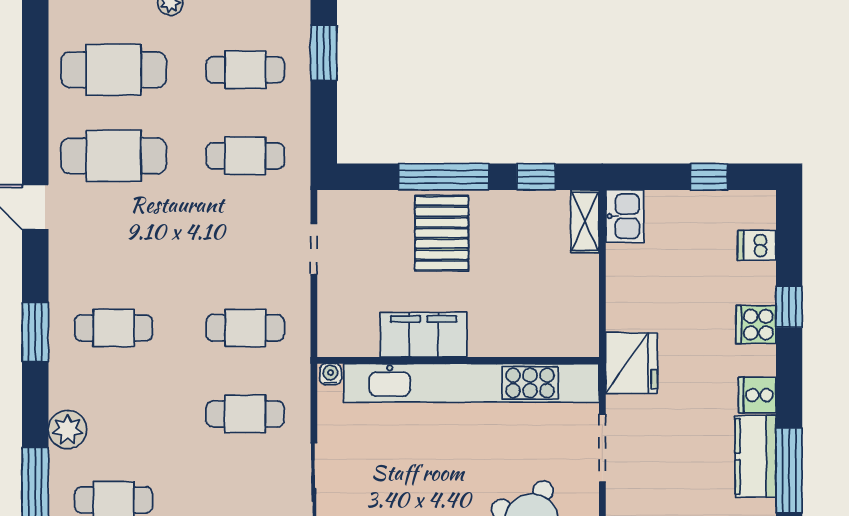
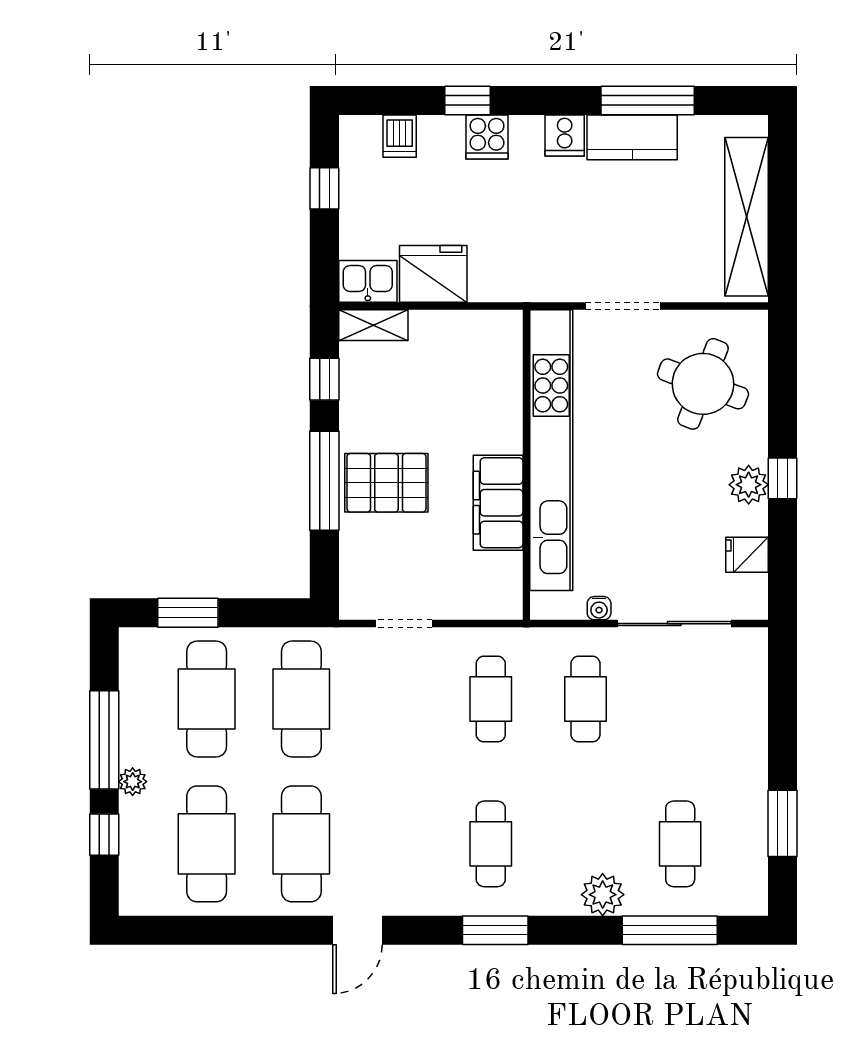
cafe table: (245, 70) -> (207, 699), width x1.37, depth x1.35
cafe table: (245, 156) -> (301, 699), width x1.37, depth x1.35
fridge: (631, 363) -> (433, 274), moved
water cooler: (330, 374) -> (599, 608), moved, turned -90

